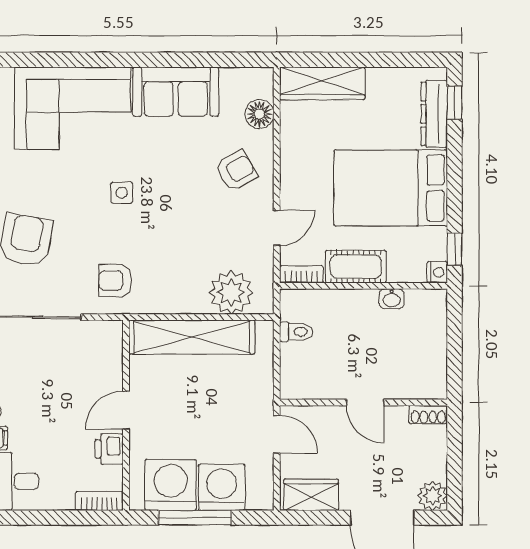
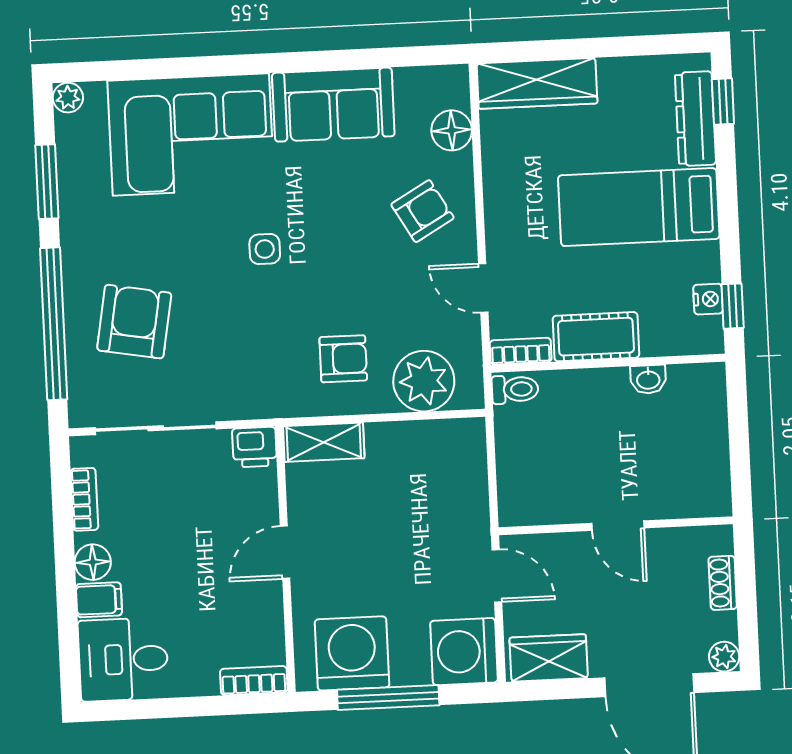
bed: (391, 188) -> (639, 207), width x0.67
door: (277, 228) -> (483, 288), swing flipped
nightstand: (437, 272) -> (708, 299), moved
armchair: (115, 281) -> (343, 359), moved, turned 180
toilet: (296, 332) -> (515, 389), moved
shelving: (192, 337) -> (324, 442), width x0.45, depth x0.75
shoe rack: (428, 415) -> (723, 583), moved, turned 90
printer: (109, 449) -> (255, 447), moved, turned -90
washing machine: (222, 487) -> (464, 652), moved, turned -90
plant: (433, 496) -> (724, 657), width x0.73, depth x0.73

